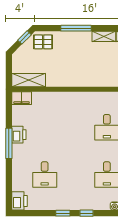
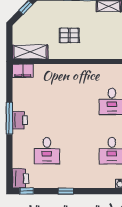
pallet: (43, 42) -> (69, 35), moved
printer: (19, 135) -> (20, 120), moved
window: (87, 213) -> (27, 191), moved

